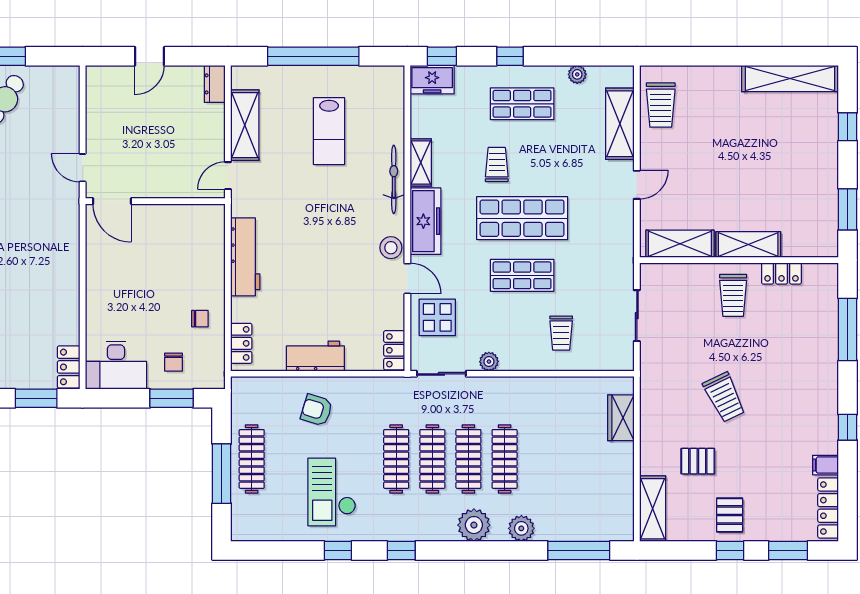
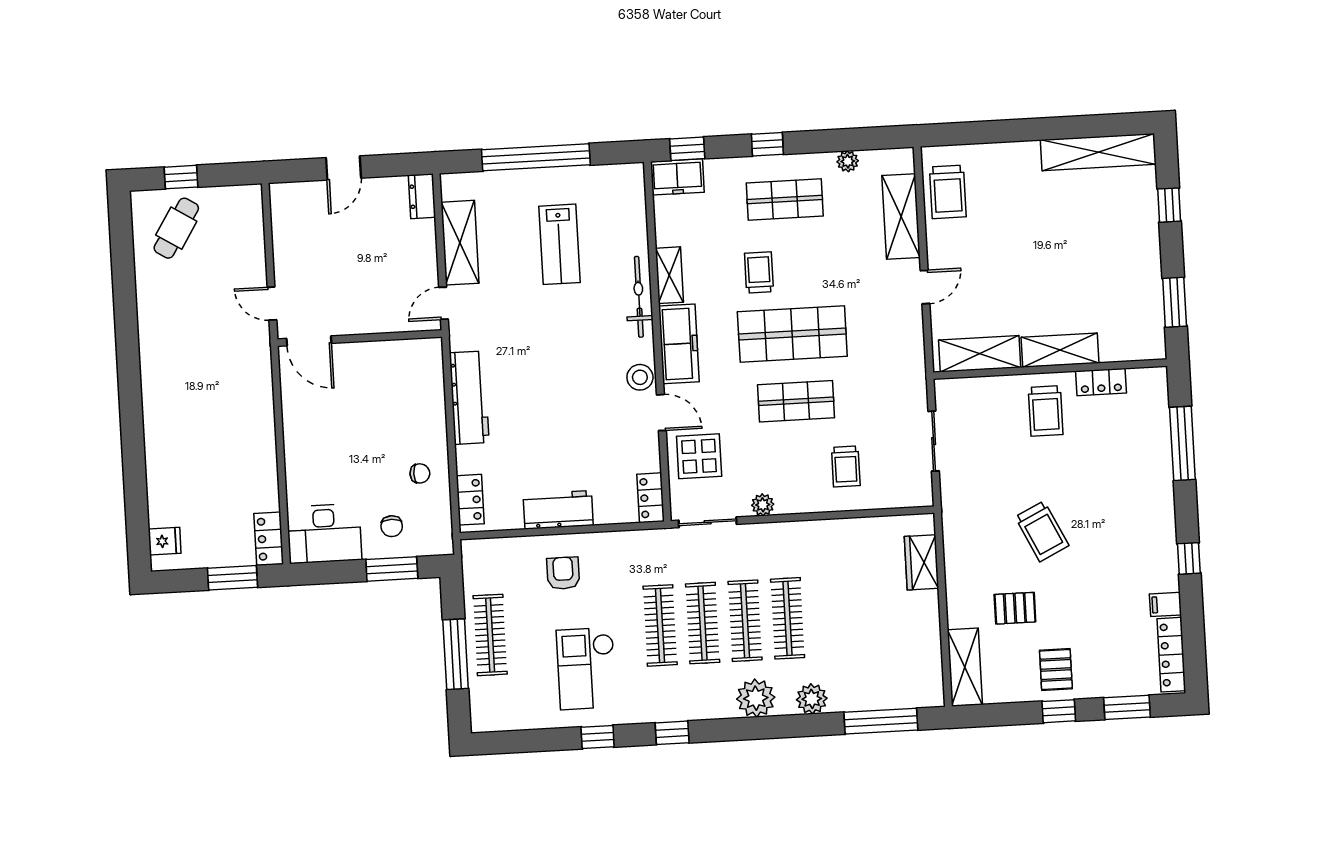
armchair: (317, 410) -> (563, 573), turned 73

